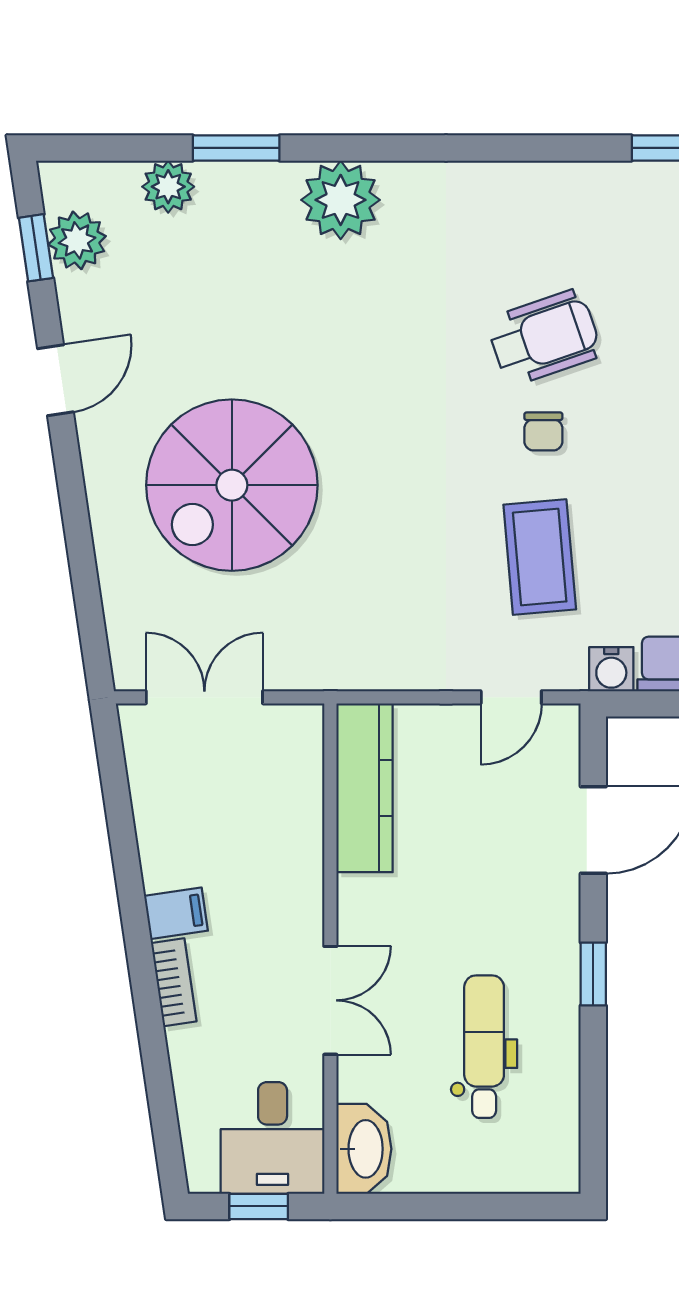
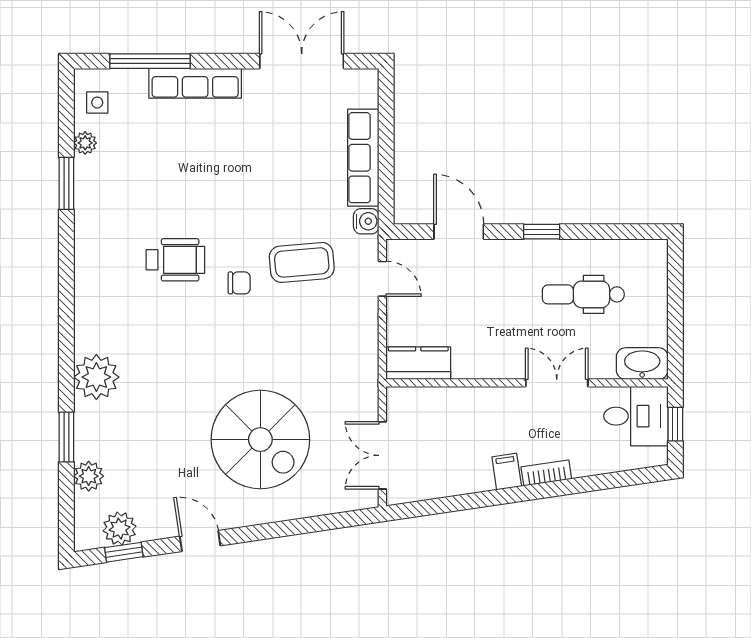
wheelchair: (544, 337) -> (175, 260), turned 109
chair: (543, 431) -> (239, 283), moved
kitchen counter: (365, 788) -> (418, 363), width x0.67

